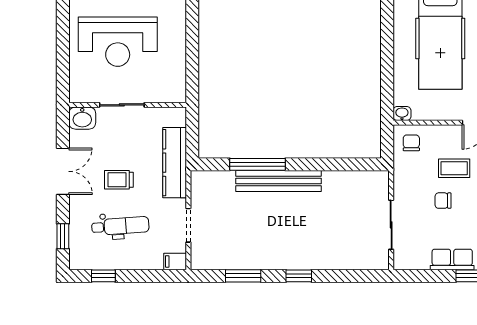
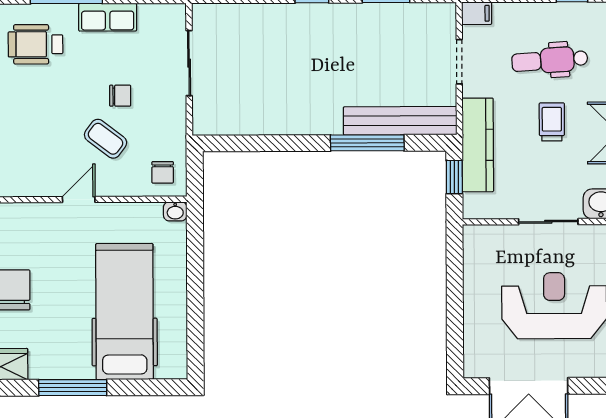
window: (192, 139) -> (454, 177), added
coffee table: (454, 168) -> (106, 139), turned 37
trolley: (119, 180) -> (552, 122), turned -90
bench: (279, 181) -> (400, 121), moved

